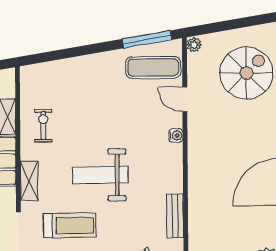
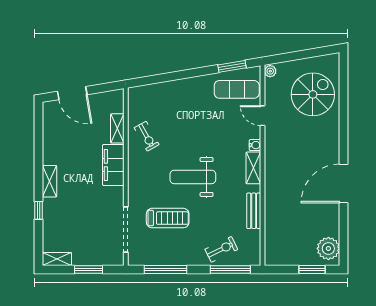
window: (147, 39) -> (232, 66), width x0.69
exercise bike: (43, 126) -> (147, 136), turned 151
shelving: (29, 181) -> (253, 168), moved

